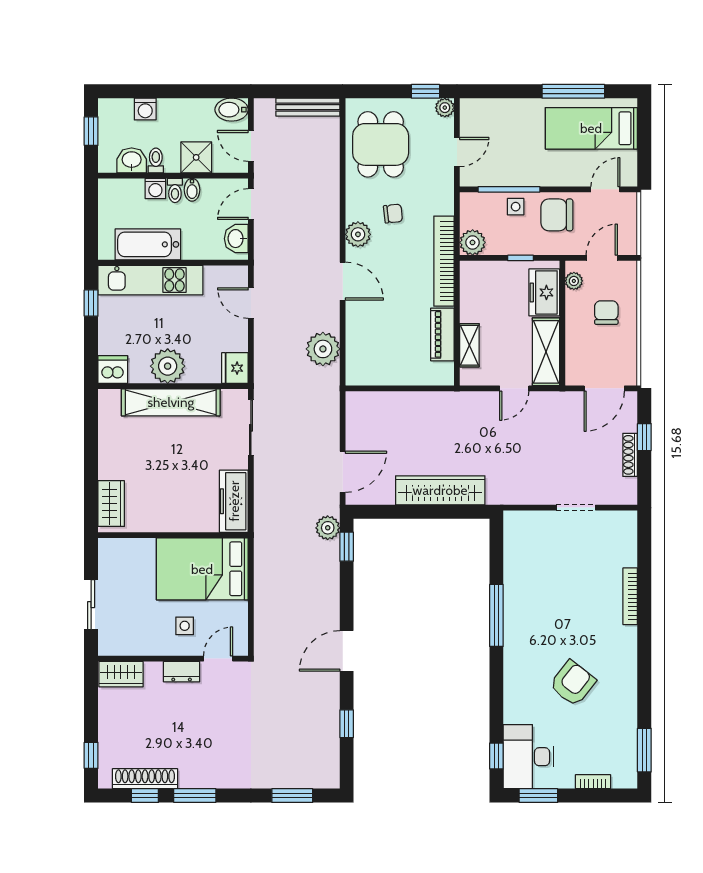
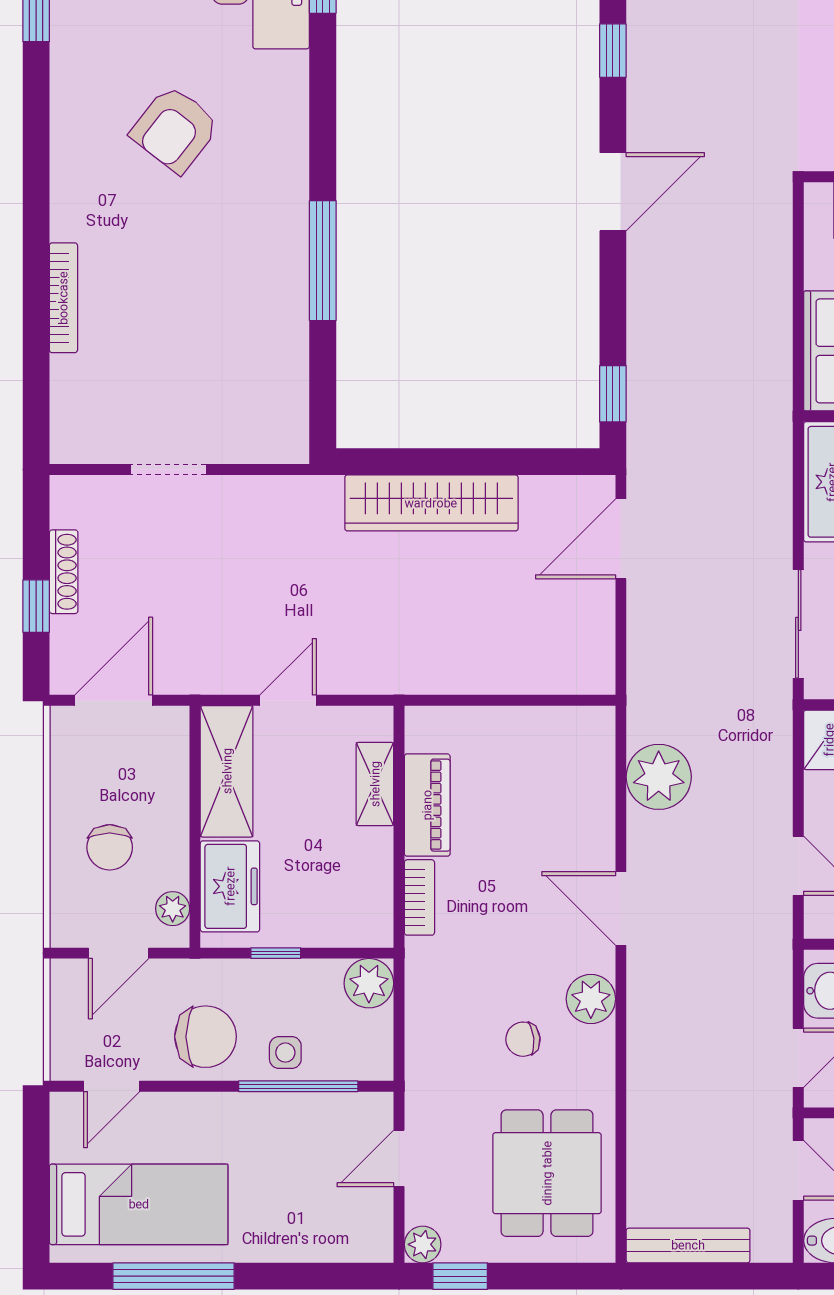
bookcase: (444, 261) -> (419, 897), width x0.43, depth x0.76
plant: (328, 528) -> (649, 430), removed

